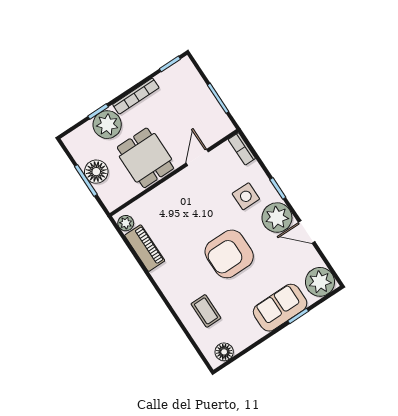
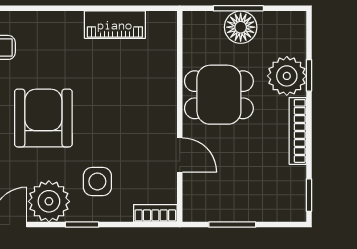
plant: (126, 223) -> (158, 22), removed

